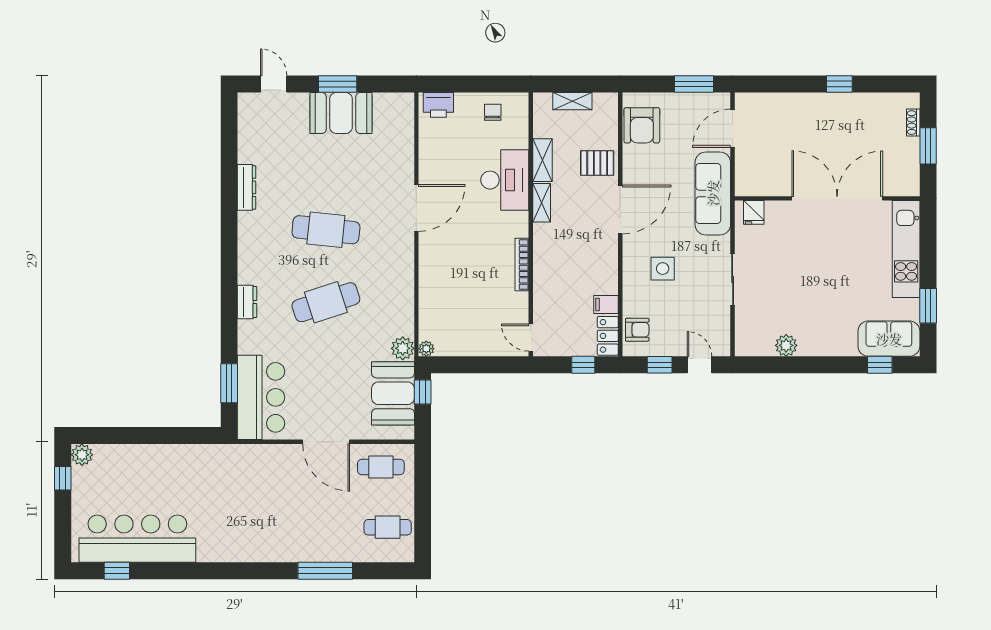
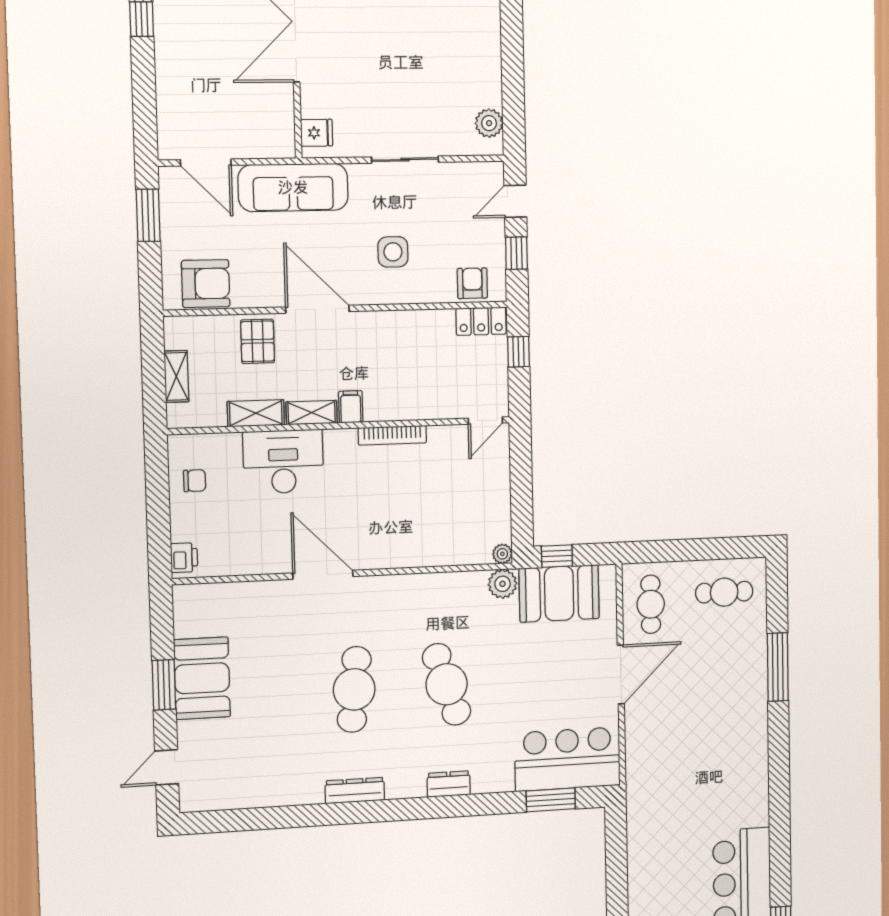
printer: (438, 105) -> (184, 558), width x0.73, depth x0.81
chair: (493, 112) -> (195, 481), turned 180
dresser: (247, 187) -> (355, 791), moved
filing cabinet: (606, 304) -> (351, 407), moved, turned 180
plant: (786, 345) -> (489, 123), moved
cafe table: (388, 527) -> (724, 592), turned 90

